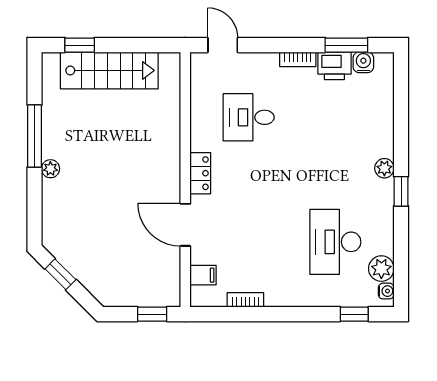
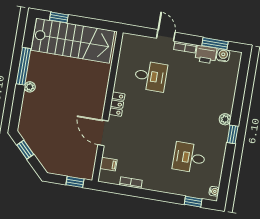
door: (223, 45) -> (166, 35), moved
stairs: (109, 70) -> (73, 41), width x1.36, depth x1.51
desk: (249, 117) -> (151, 76), turned 180
desk: (335, 242) -> (189, 158), width x0.73
plant: (381, 269) -> (213, 178), removed

